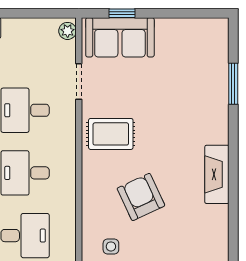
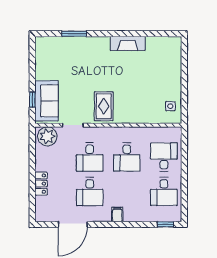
plant: (68, 31) -> (47, 136), width x1.88, depth x1.88
armchair: (141, 197) -> (141, 88), removed

